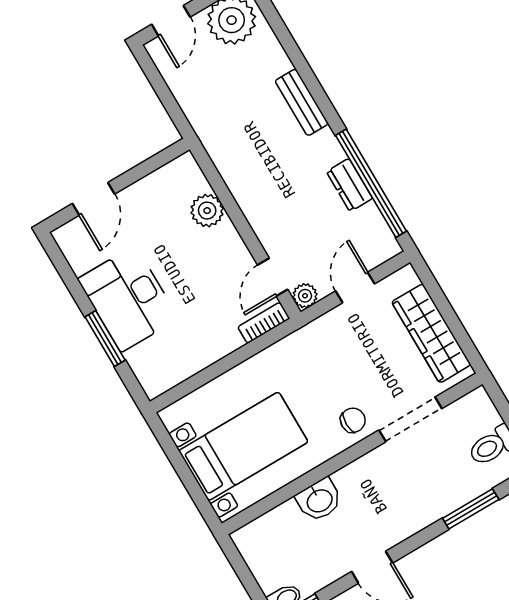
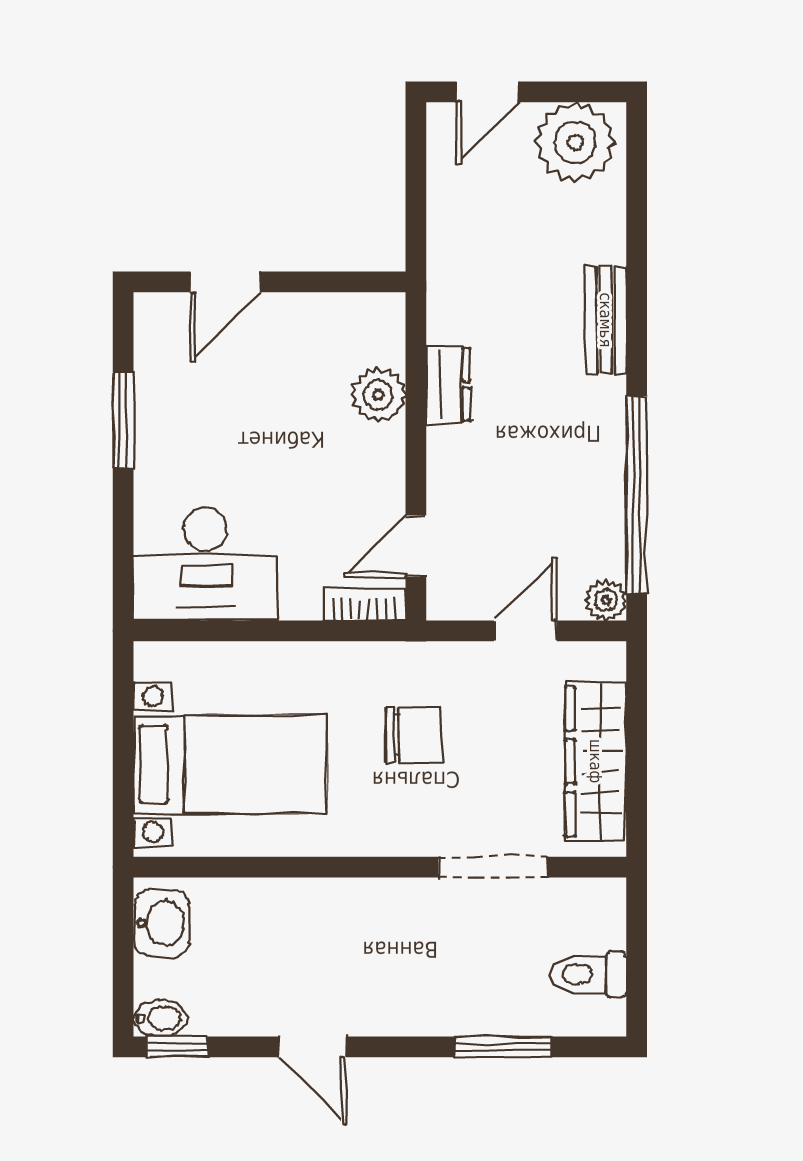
dresser: (349, 185) -> (448, 385), moved, turned 180
plant: (305, 296) -> (606, 600), moved
desk: (128, 299) -> (205, 564), moved, turned -90
window: (105, 339) -> (123, 421), moved
chair: (353, 420) -> (413, 735), moved, width x1.37, depth x1.37
washbasin: (319, 500) -> (162, 923), moved, turned -90

